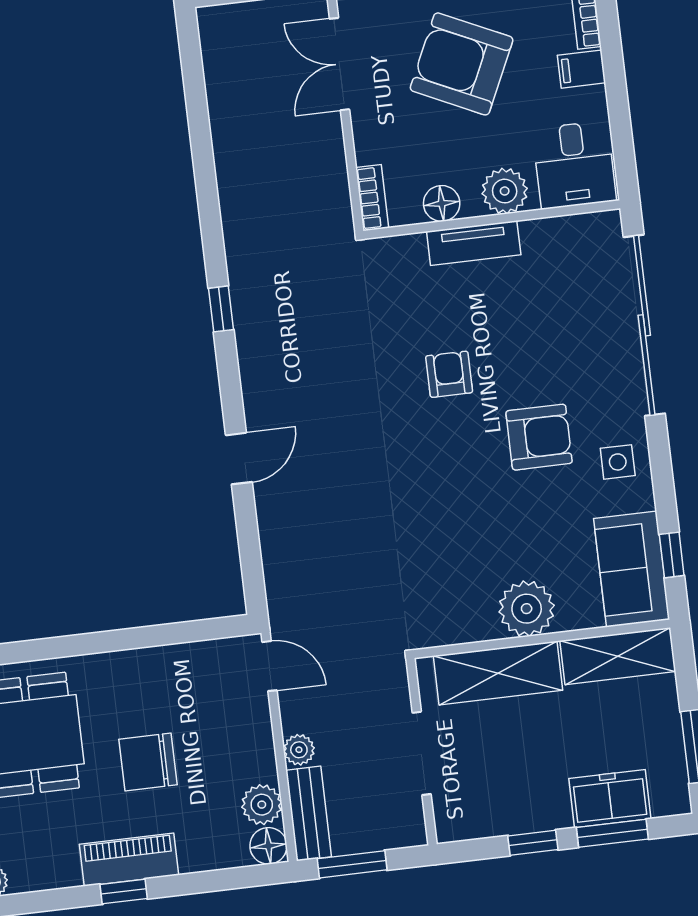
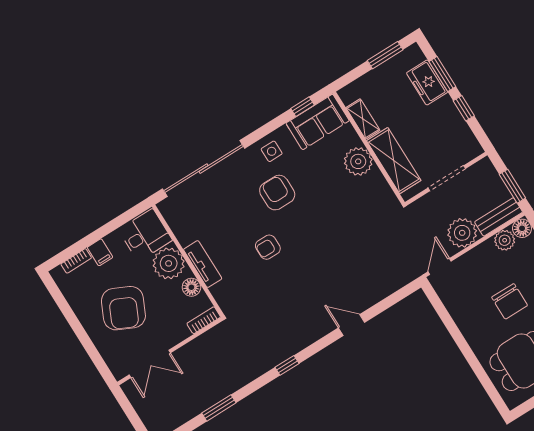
window: (202, 151) -> (219, 408), added
plant: (505, 191) -> (169, 263), width x1.36, depth x1.36
shelving: (618, 656) -> (363, 119), width x0.67, depth x0.75
plant: (299, 750) -> (462, 233), width x1.88, depth x1.88

